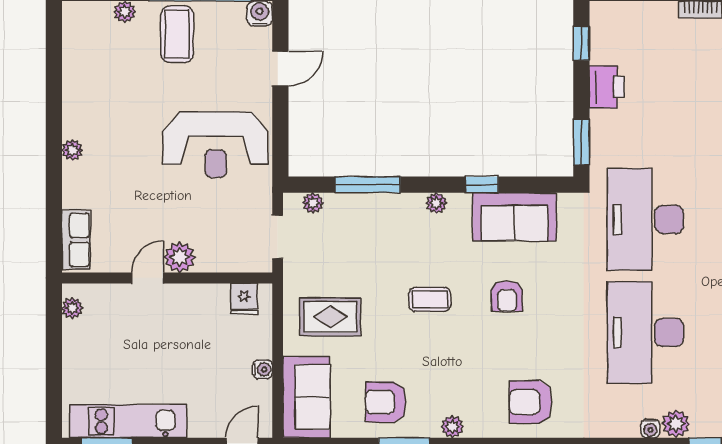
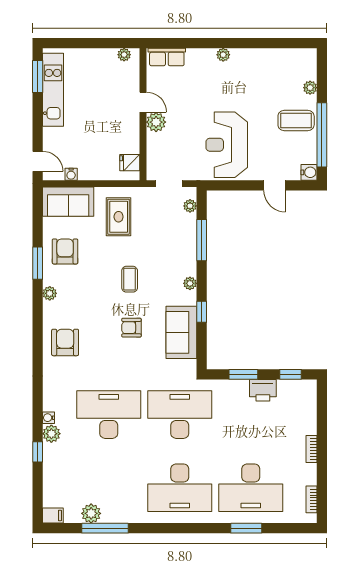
window: (581, 142) -> (243, 374), moved
water cooler: (263, 369) -> (71, 174), moved

